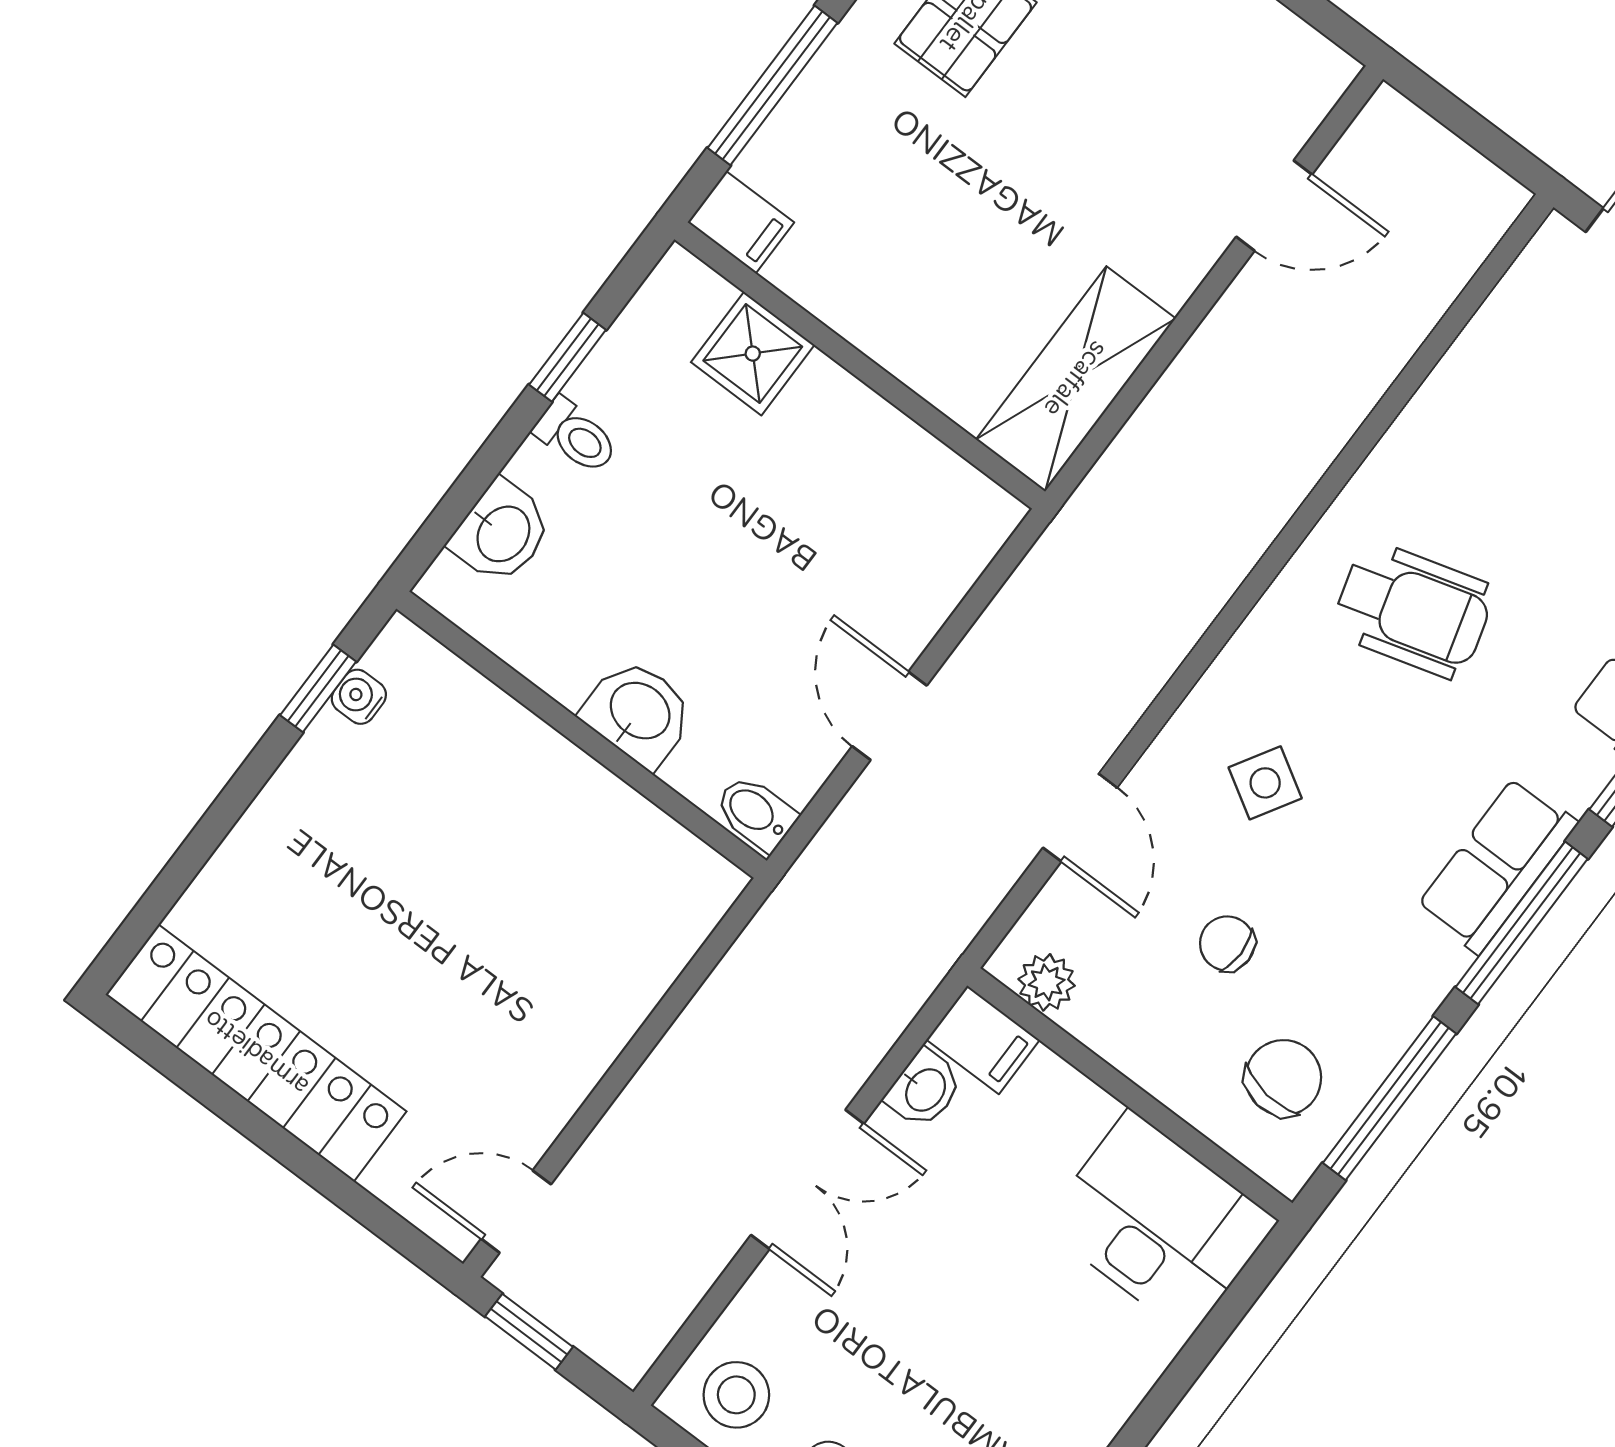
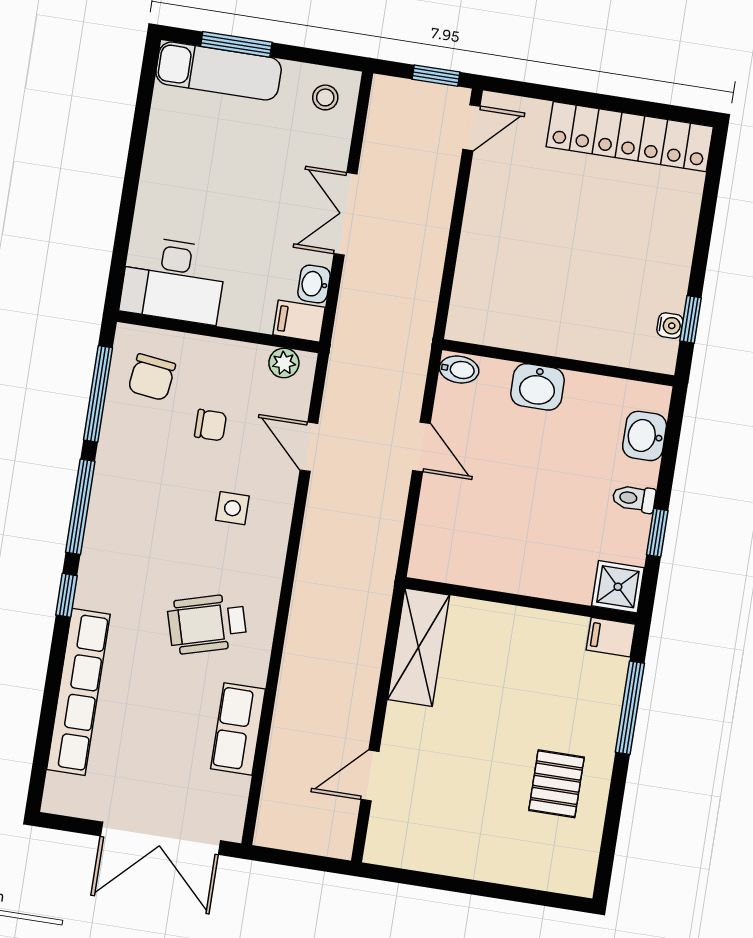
shower: (753, 354) -> (618, 587), moved
side table: (1265, 783) -> (232, 508), turned -31
row of seats: (1497, 865) -> (238, 729), moved, turned 180
stool: (736, 1395) -> (325, 97), width x0.73, depth x0.73

